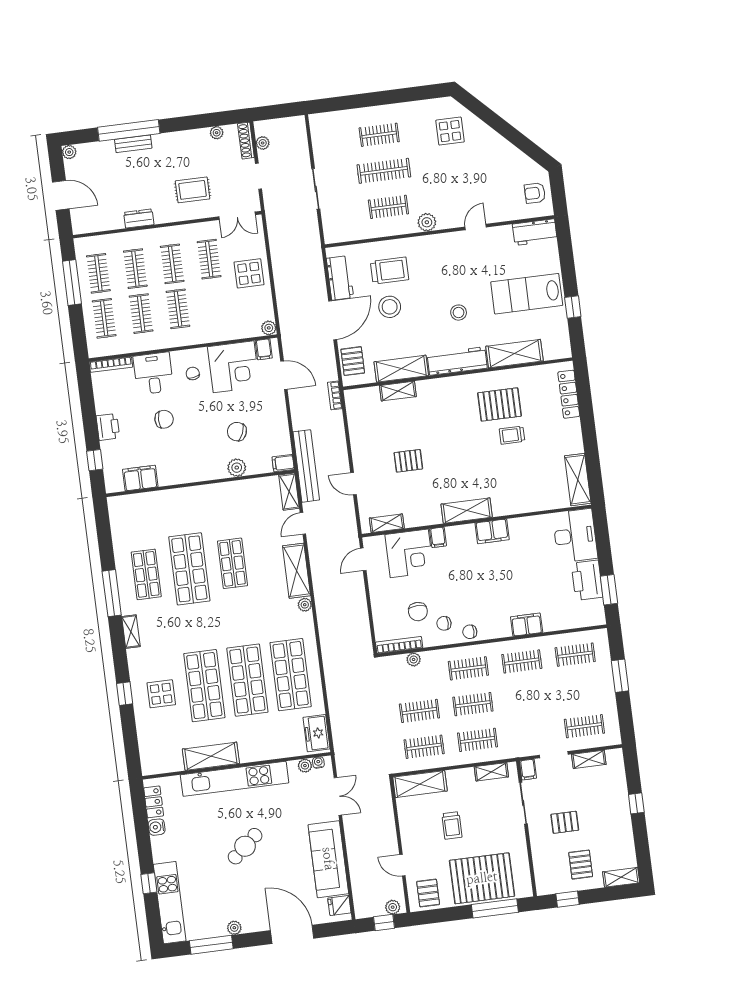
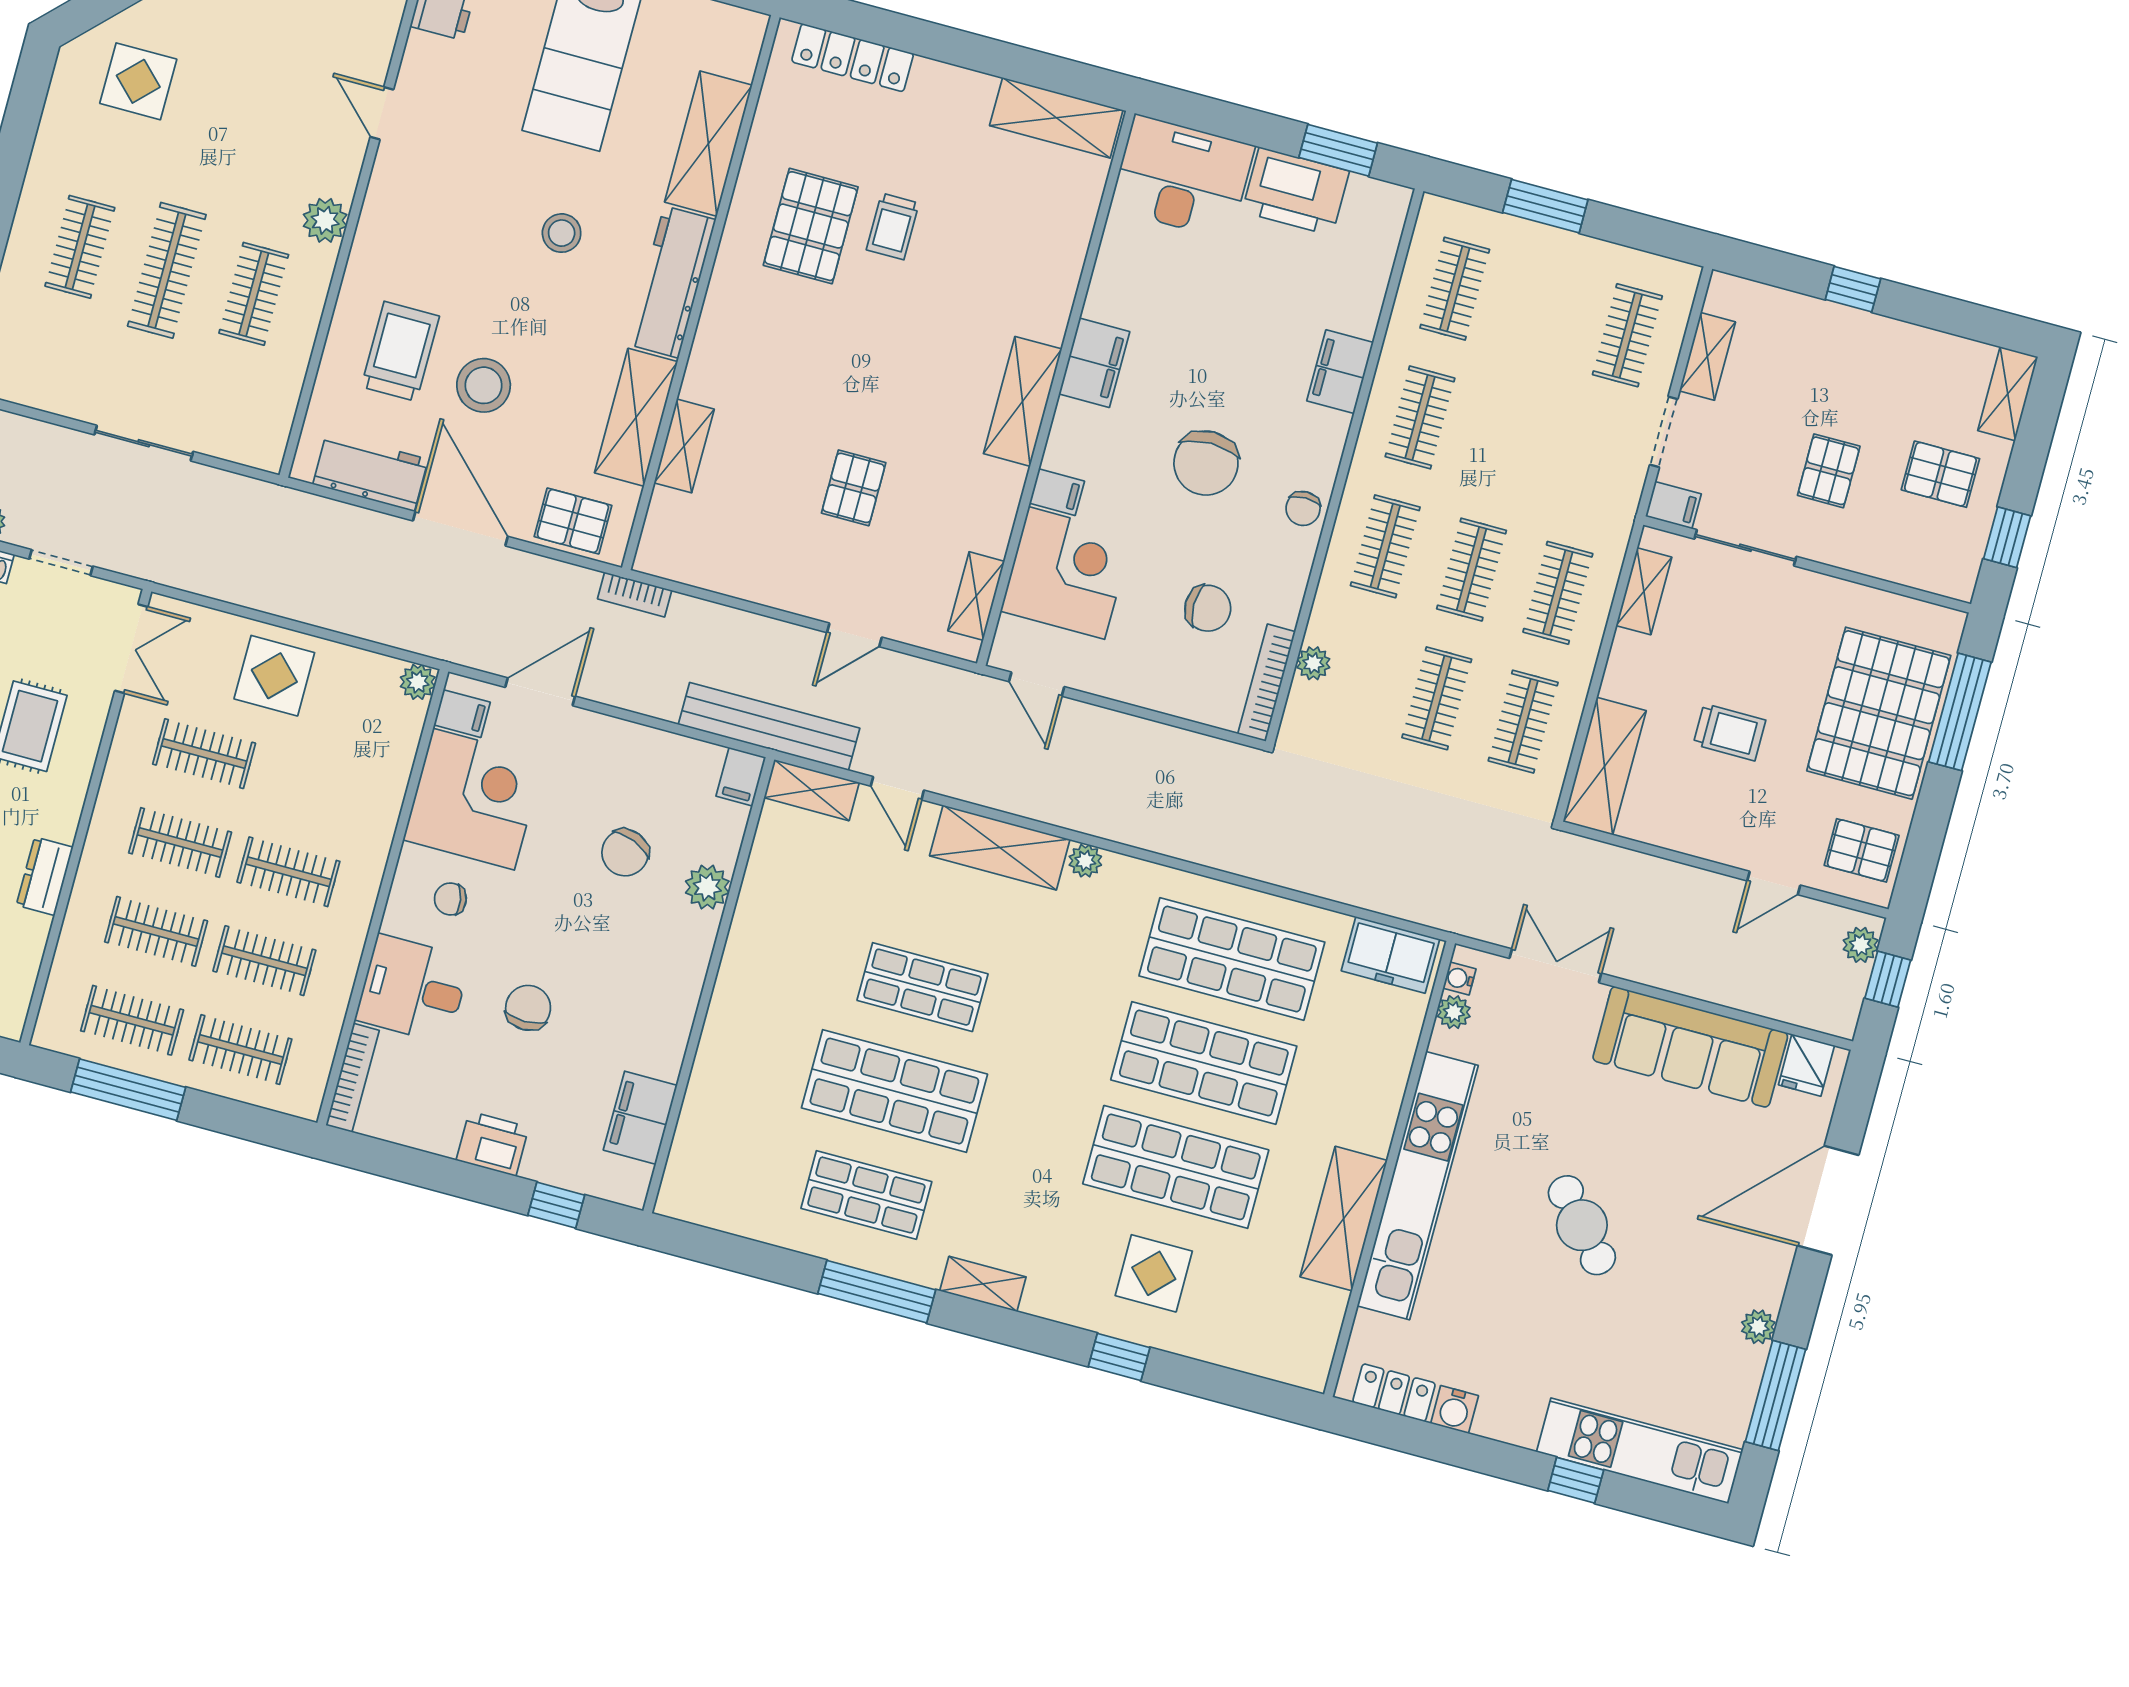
chair: (444, 623) -> (1206, 463), moved, width x1.87, depth x1.87

